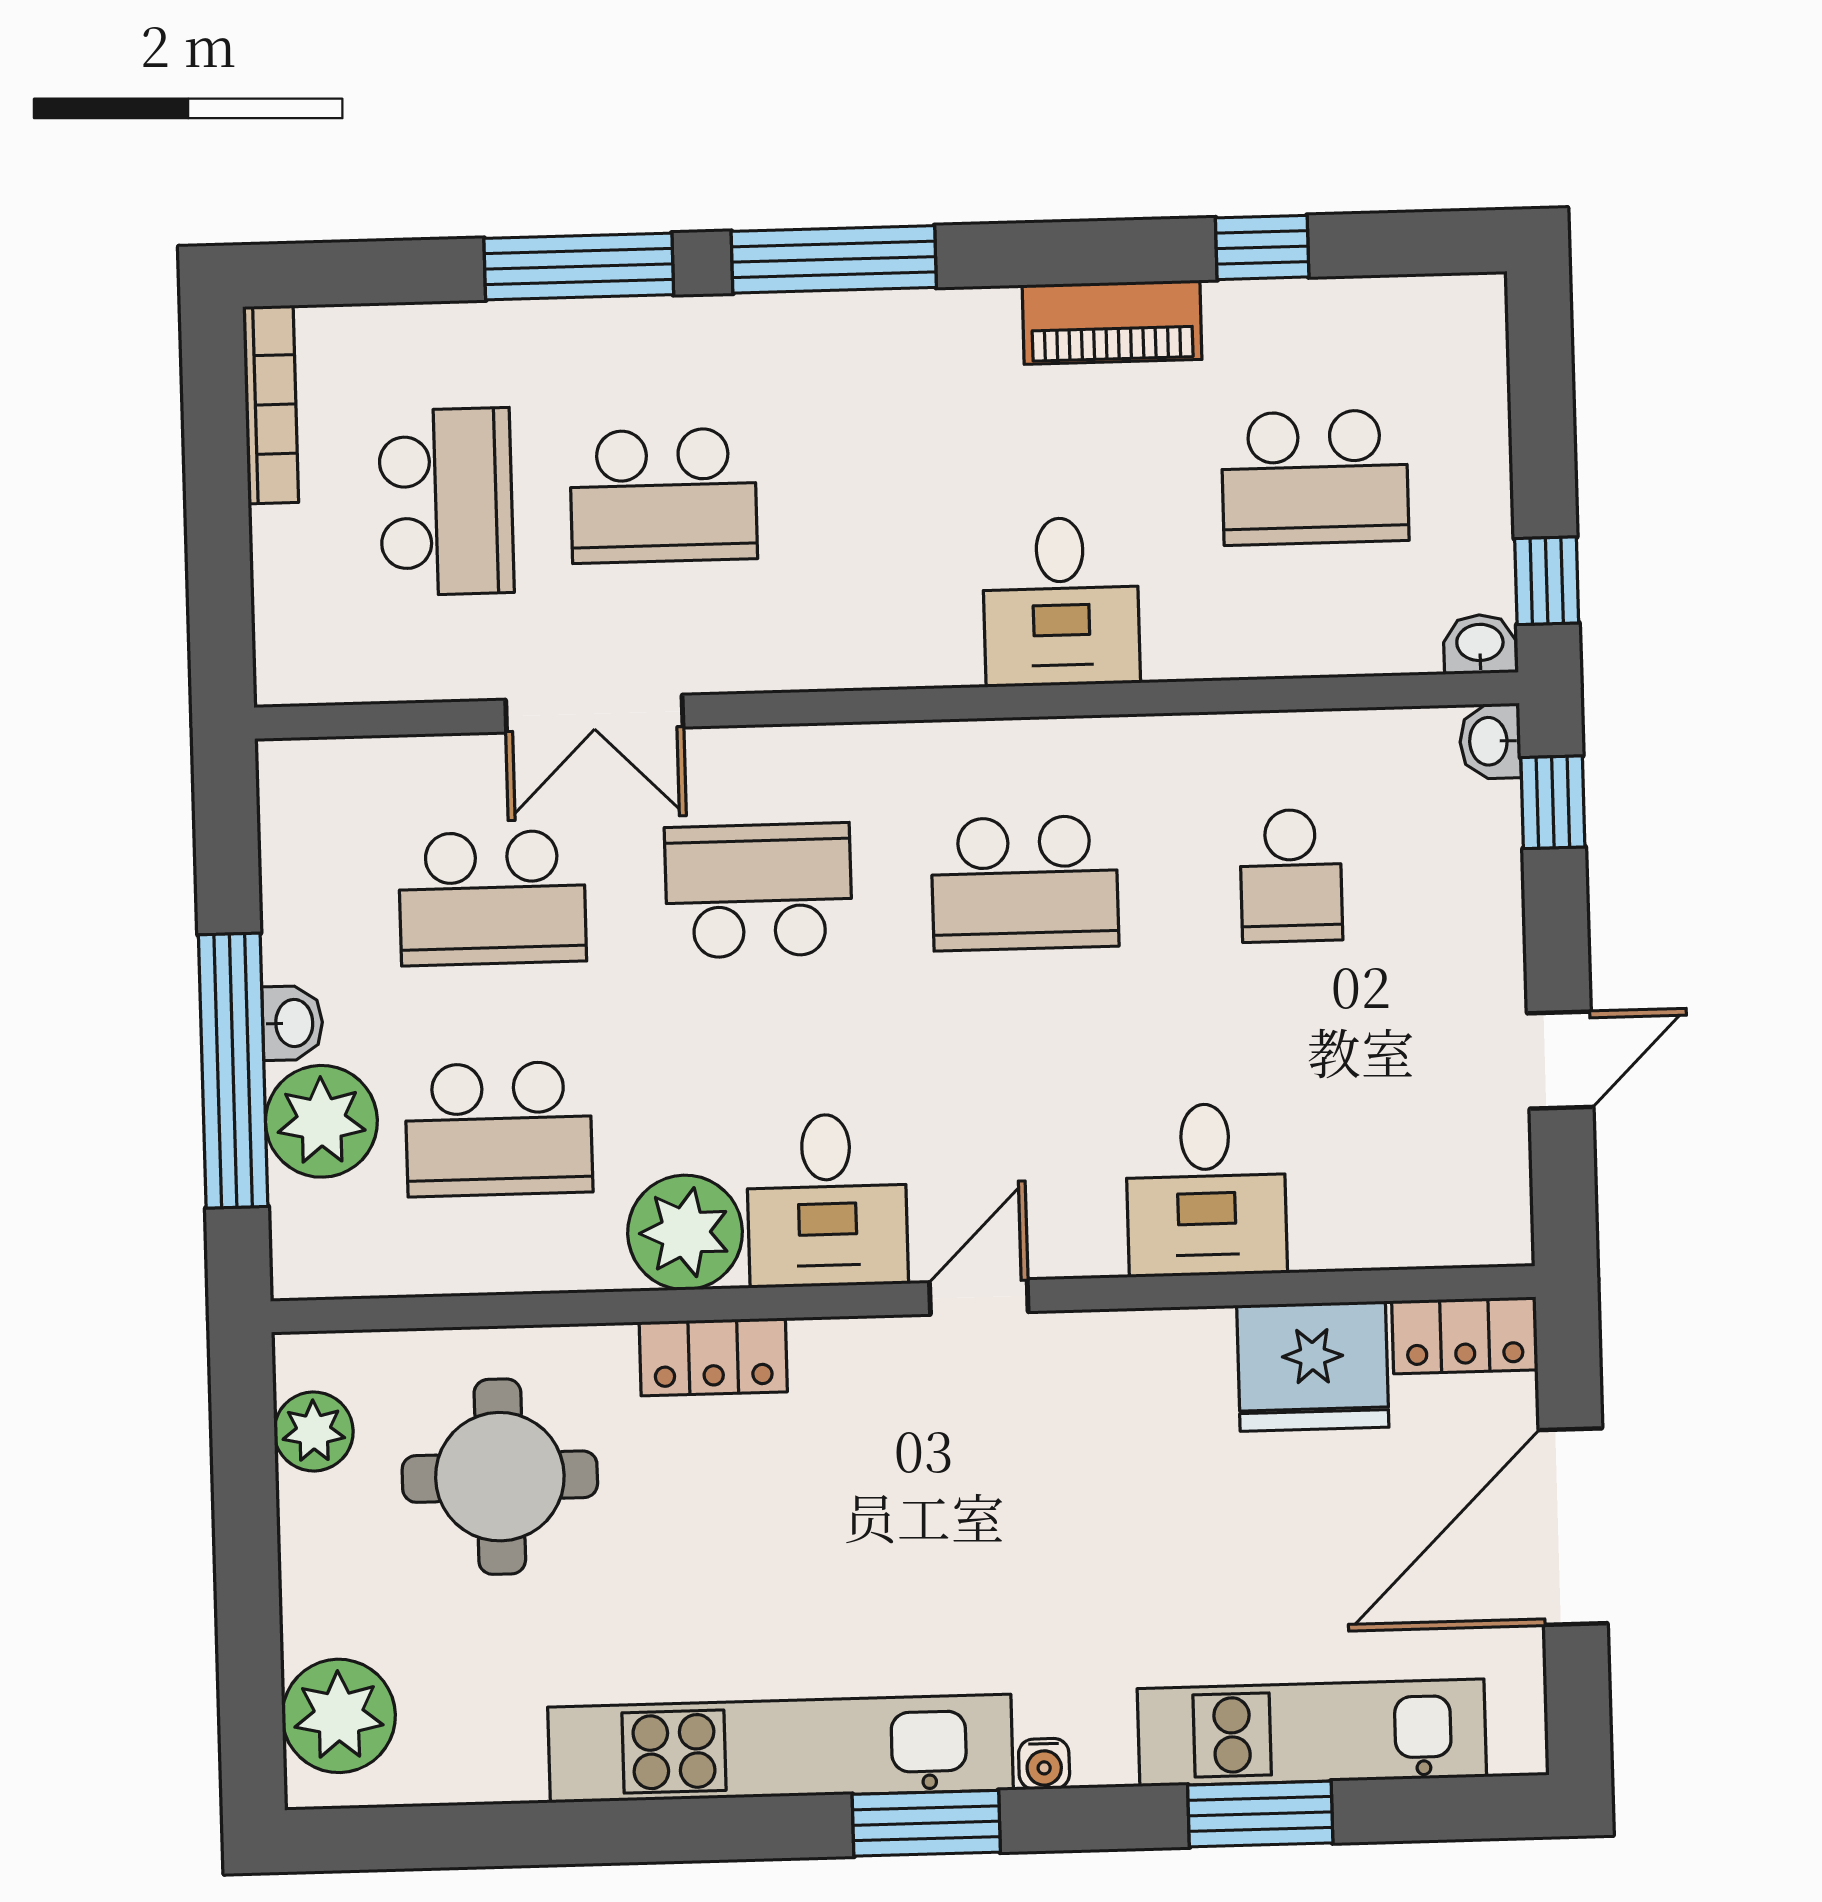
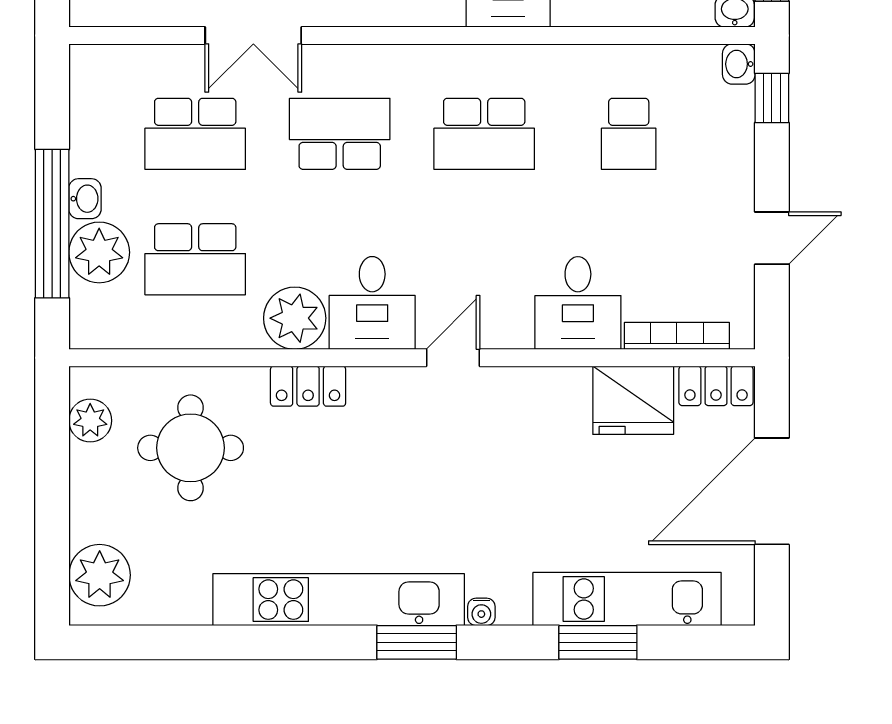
bookcase: (1390, 1245) -> (677, 336), added

